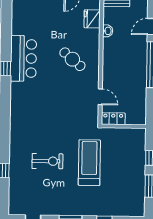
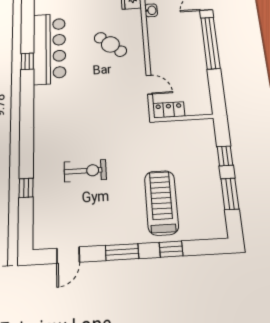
bar counter: (23, 58) -> (49, 48), width x1.36
treadmill: (89, 163) -> (161, 202), moved

